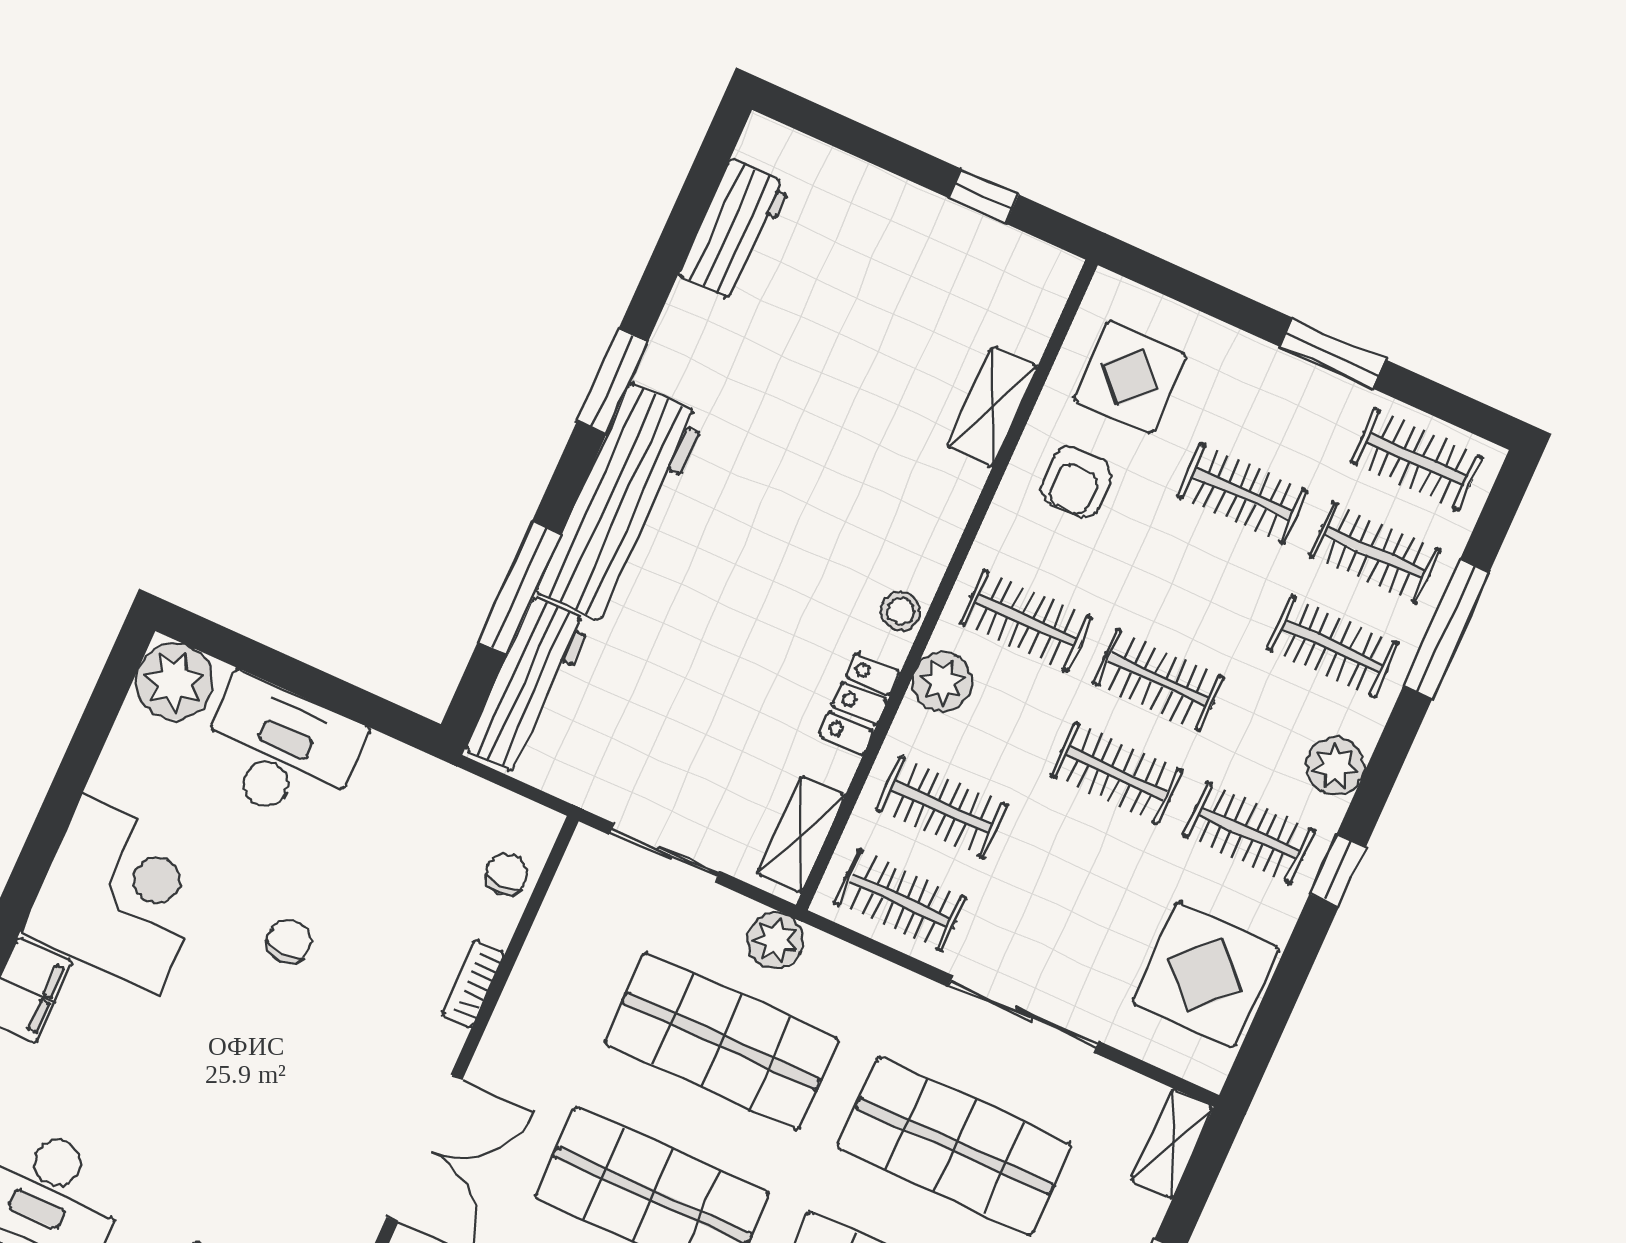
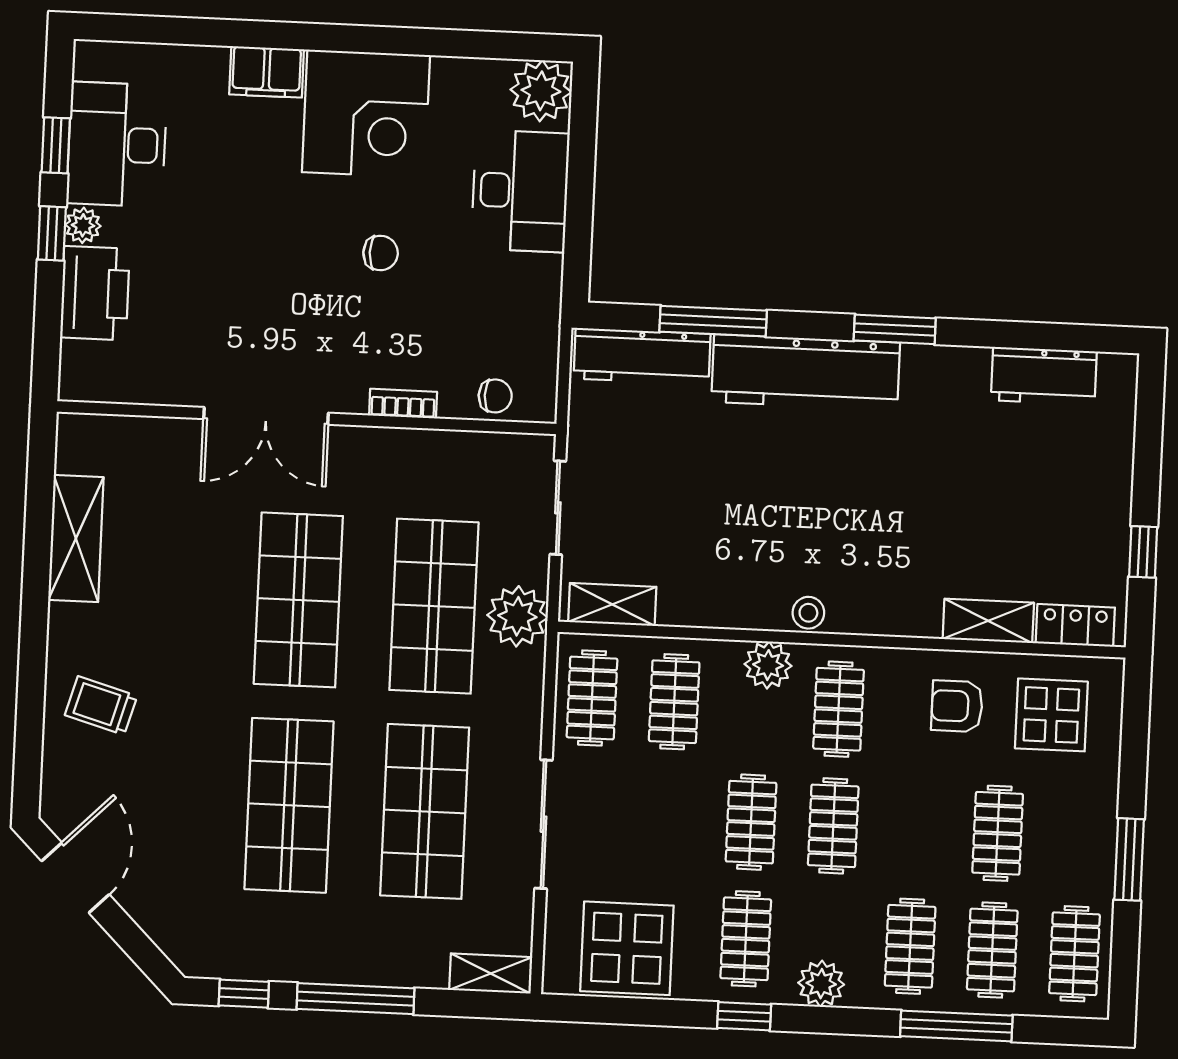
locker: (860, 704) -> (1075, 625), moved
plant: (775, 940) -> (517, 616), width x1.36, depth x1.36

